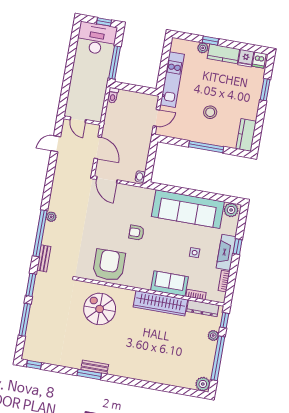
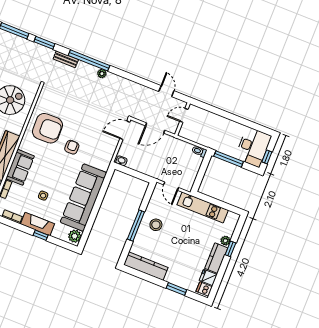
stool: (210, 112) -> (156, 225), moved
kitchen counter: (246, 135) -> (146, 266), width x1.50
armchair: (109, 265) -> (47, 128), moved

